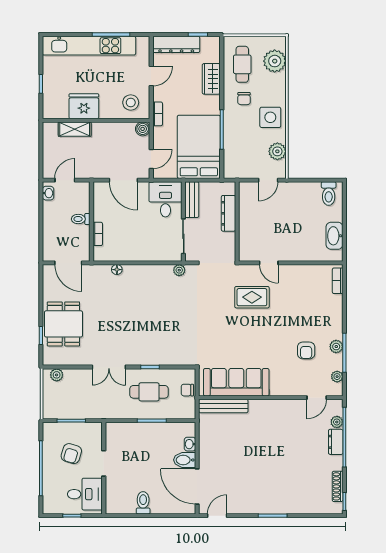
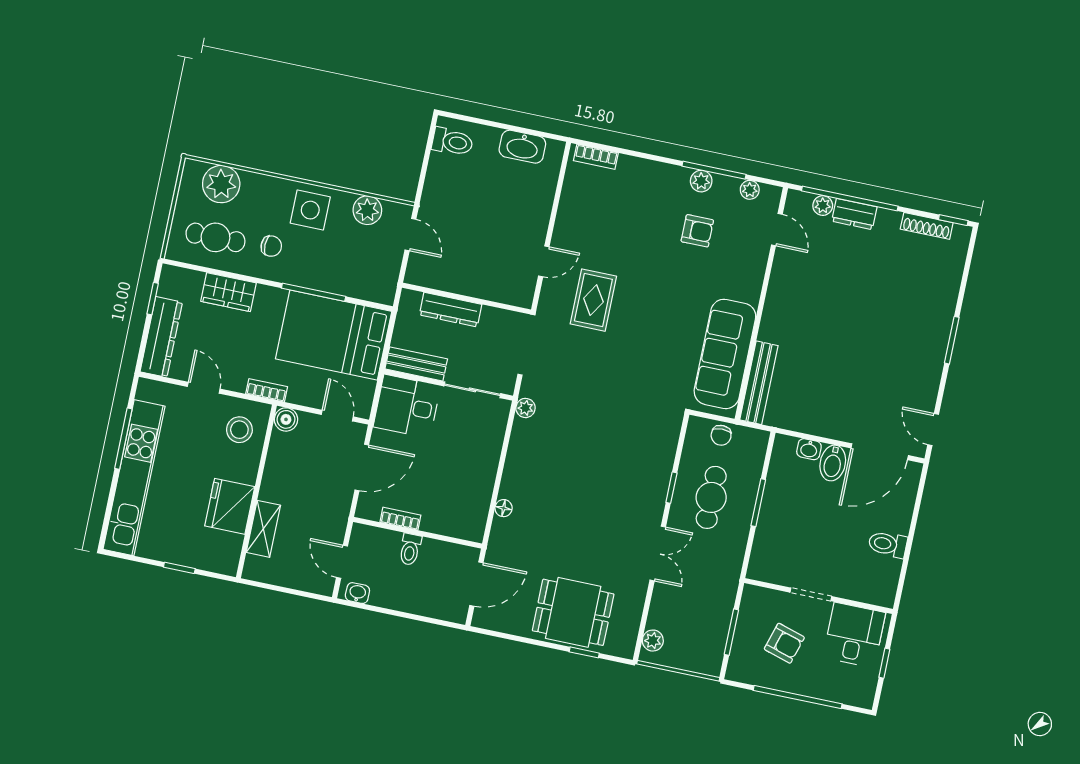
bookcase: (98, 234) -> (400, 519), moved

